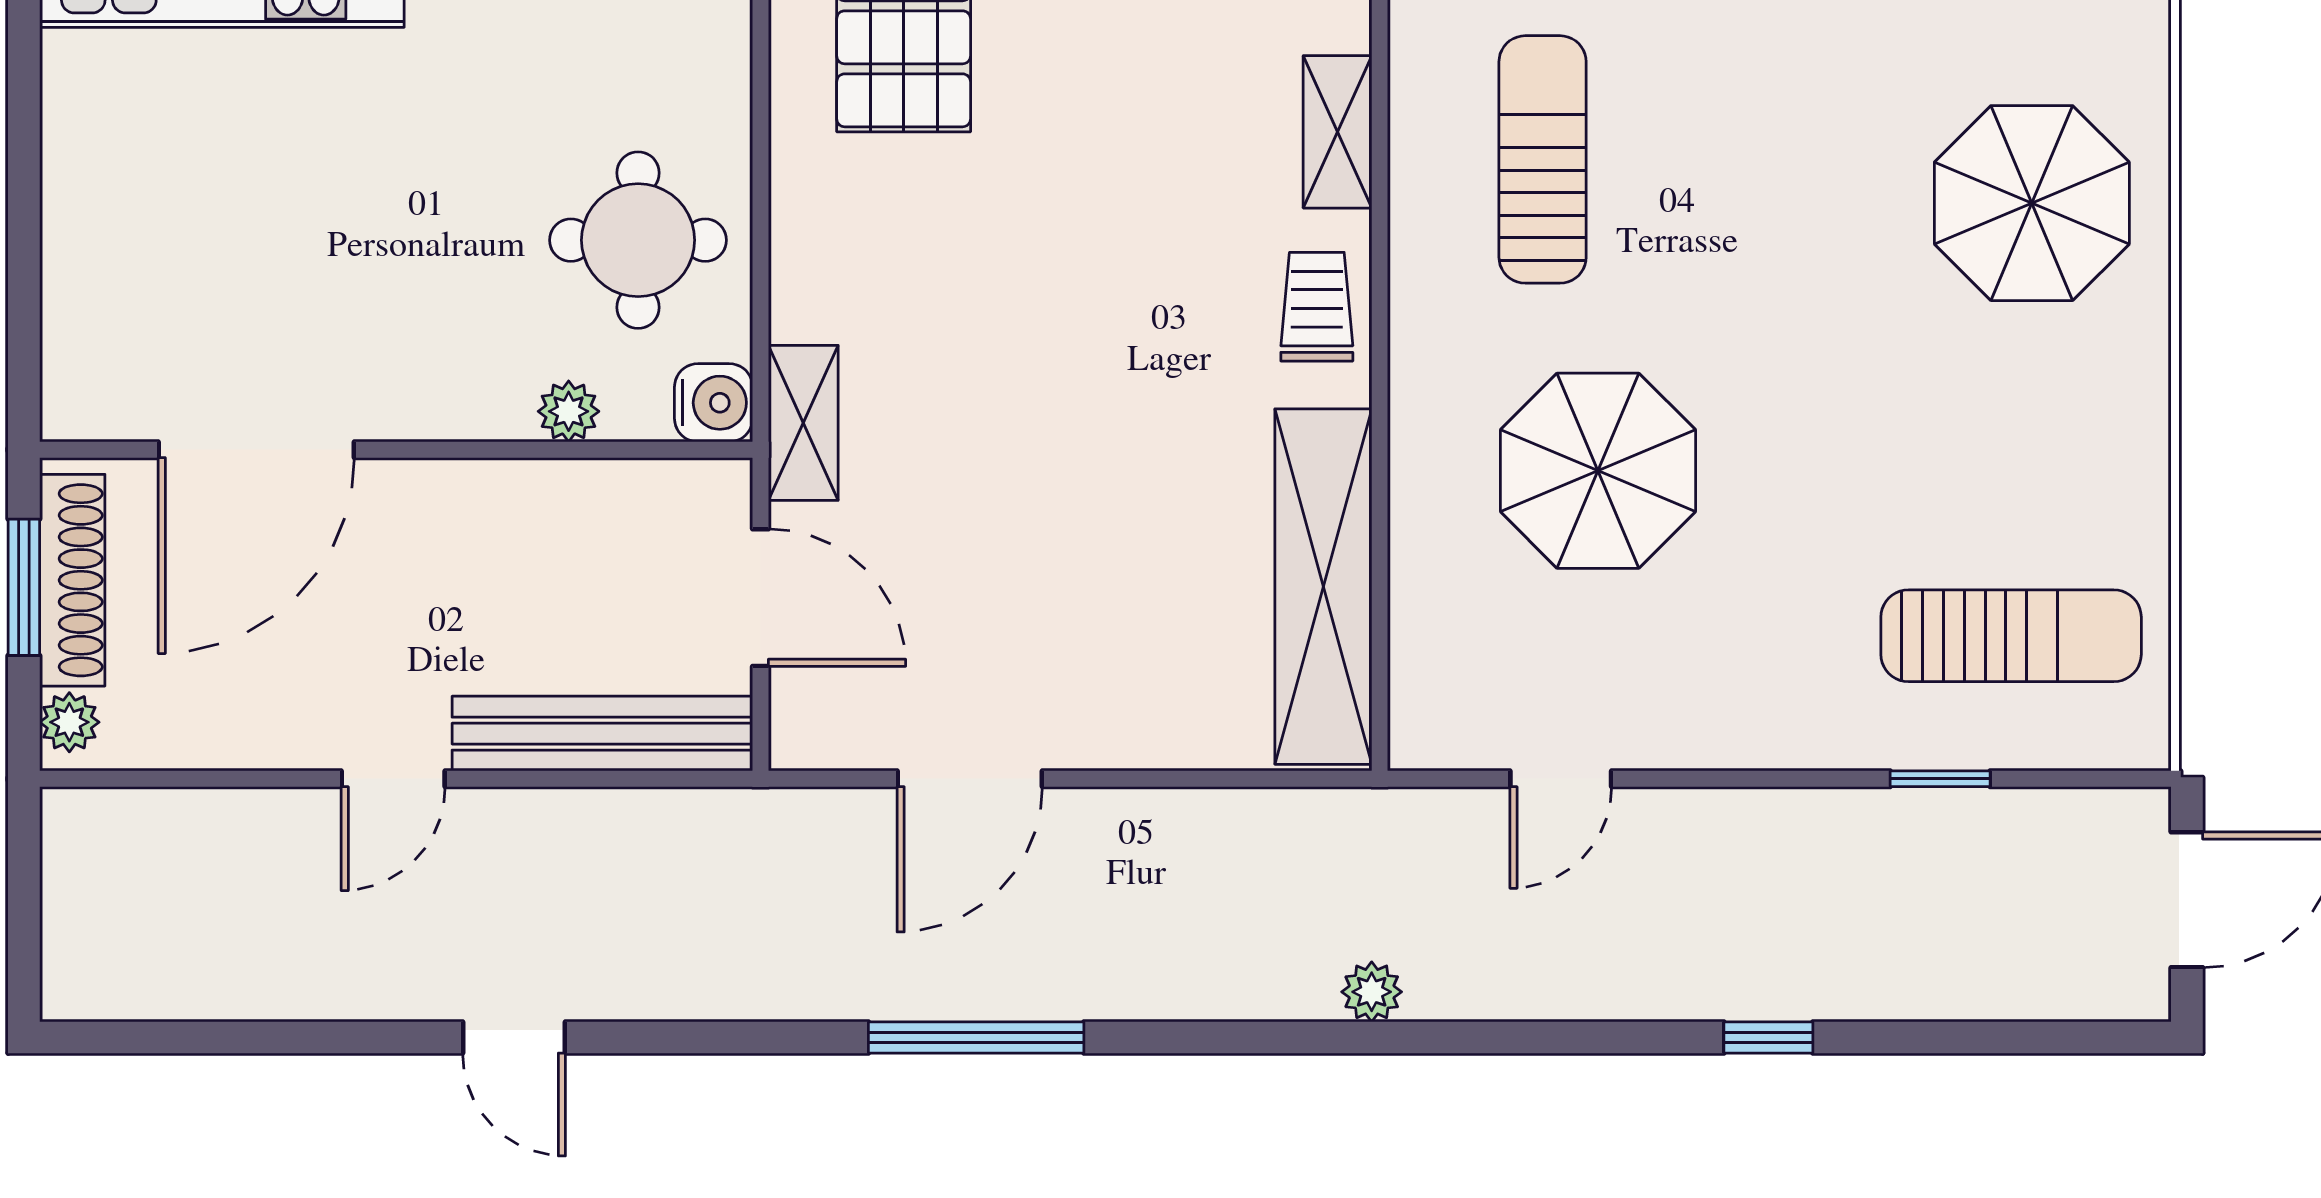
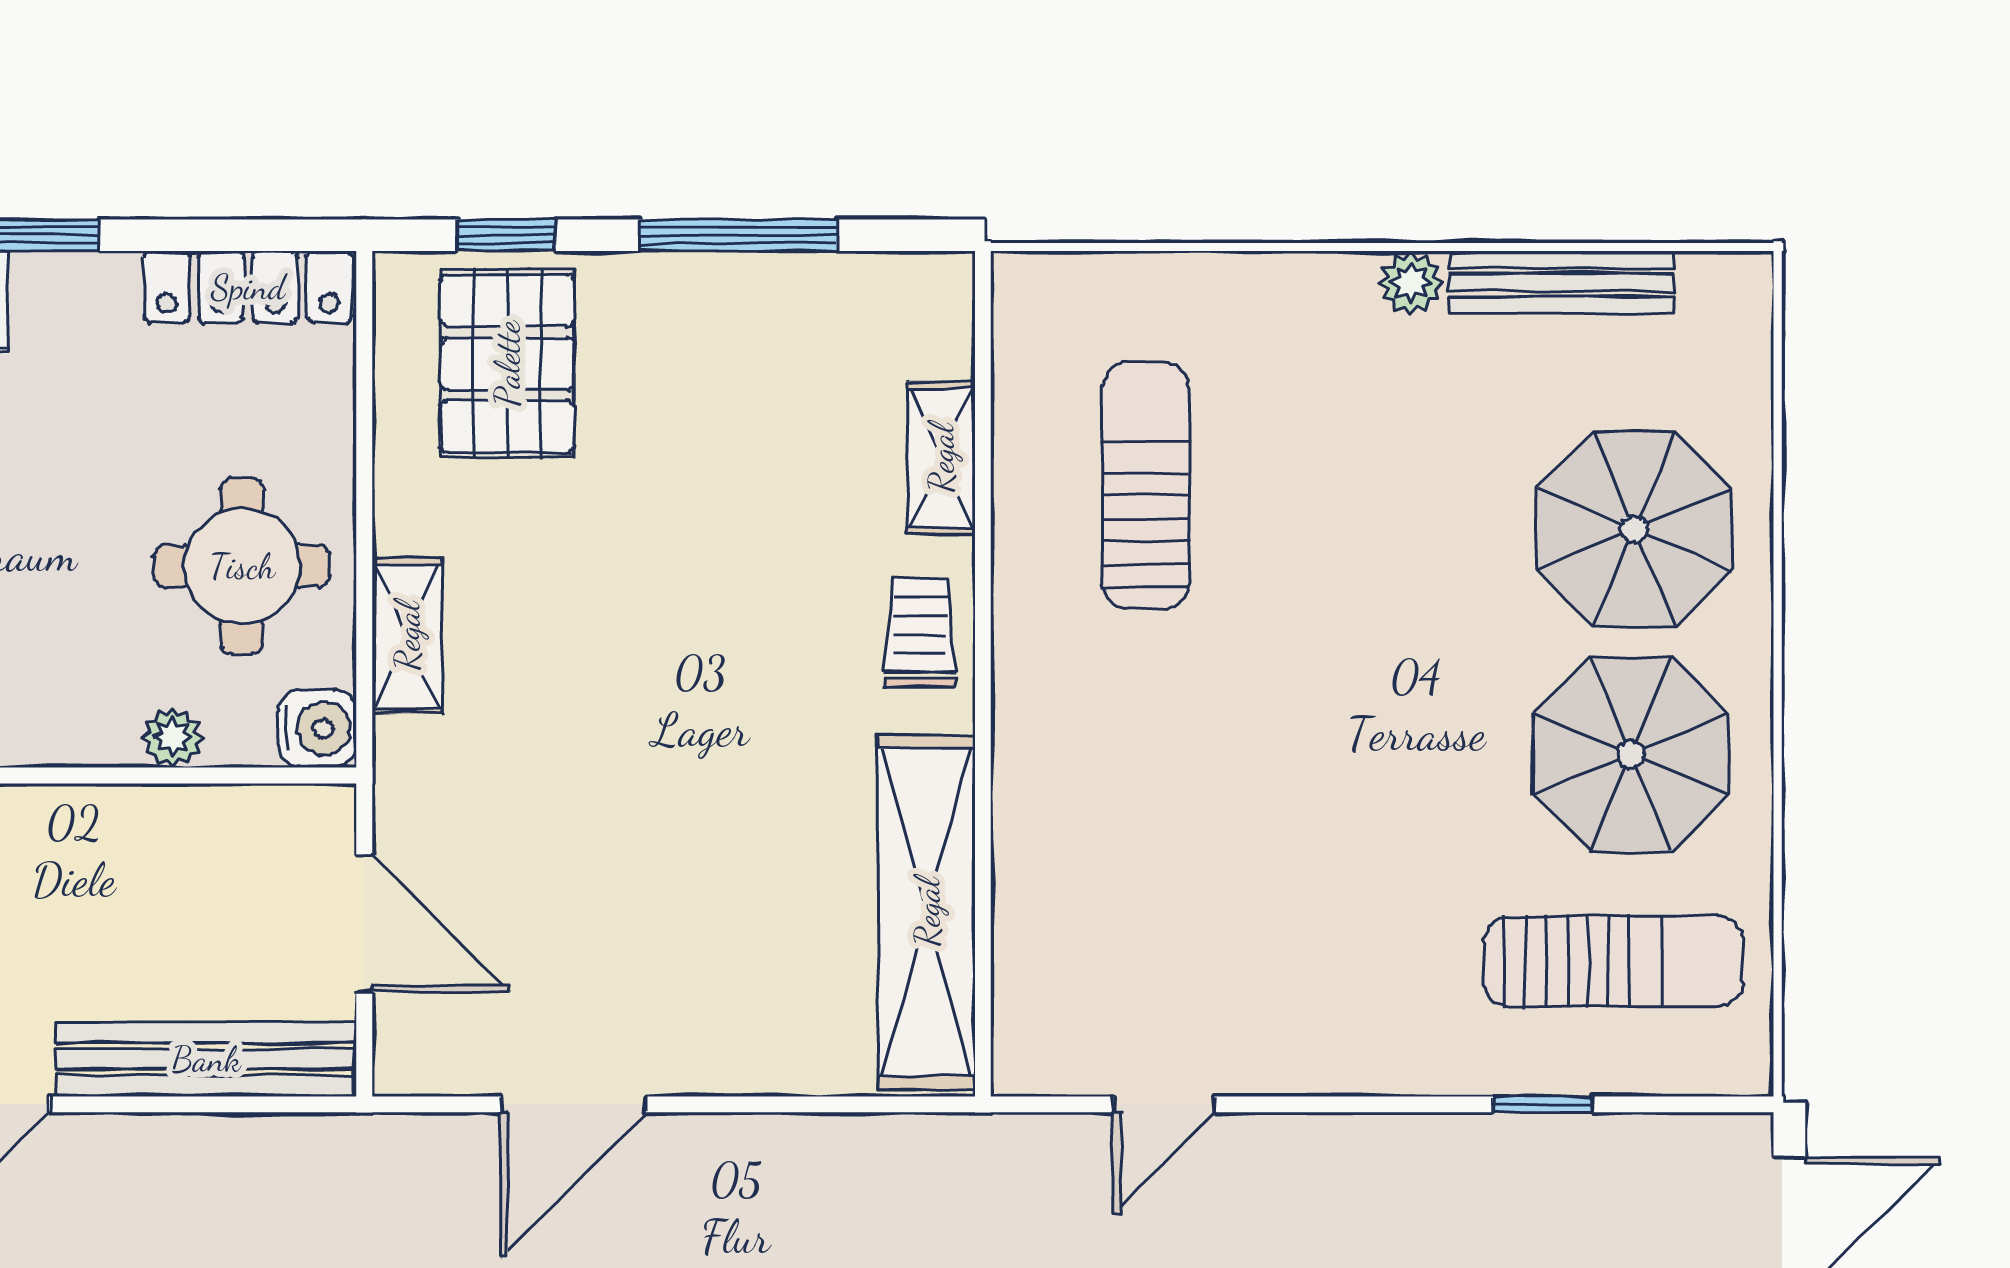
shelving: (803, 423) -> (407, 636), moved
parasol: (1598, 471) -> (1631, 754), moved

